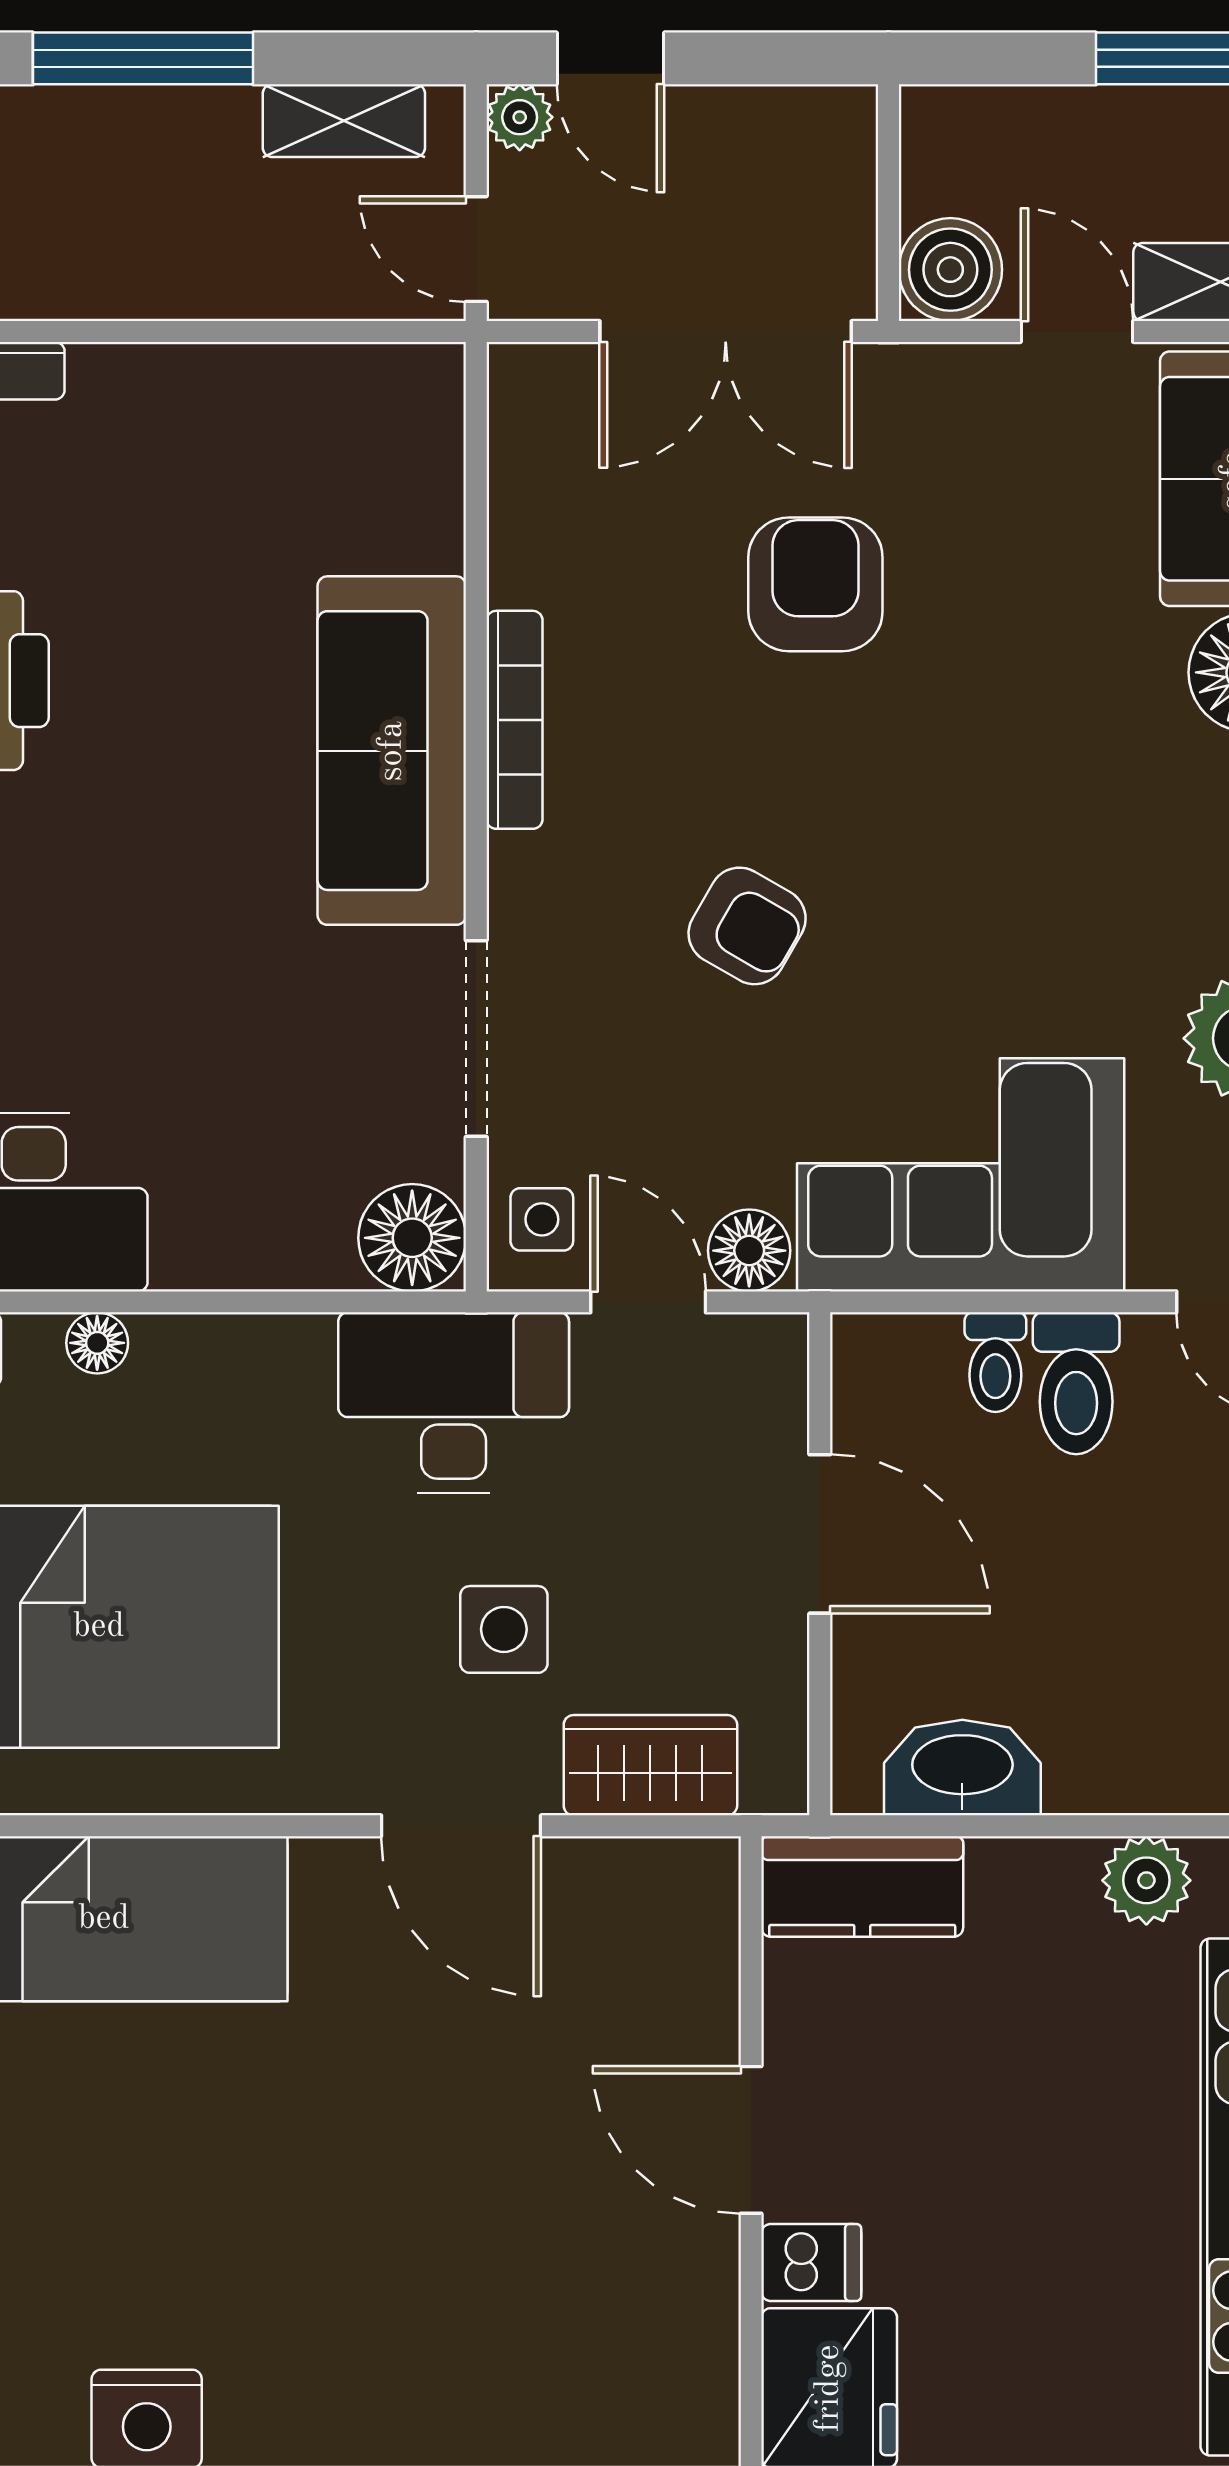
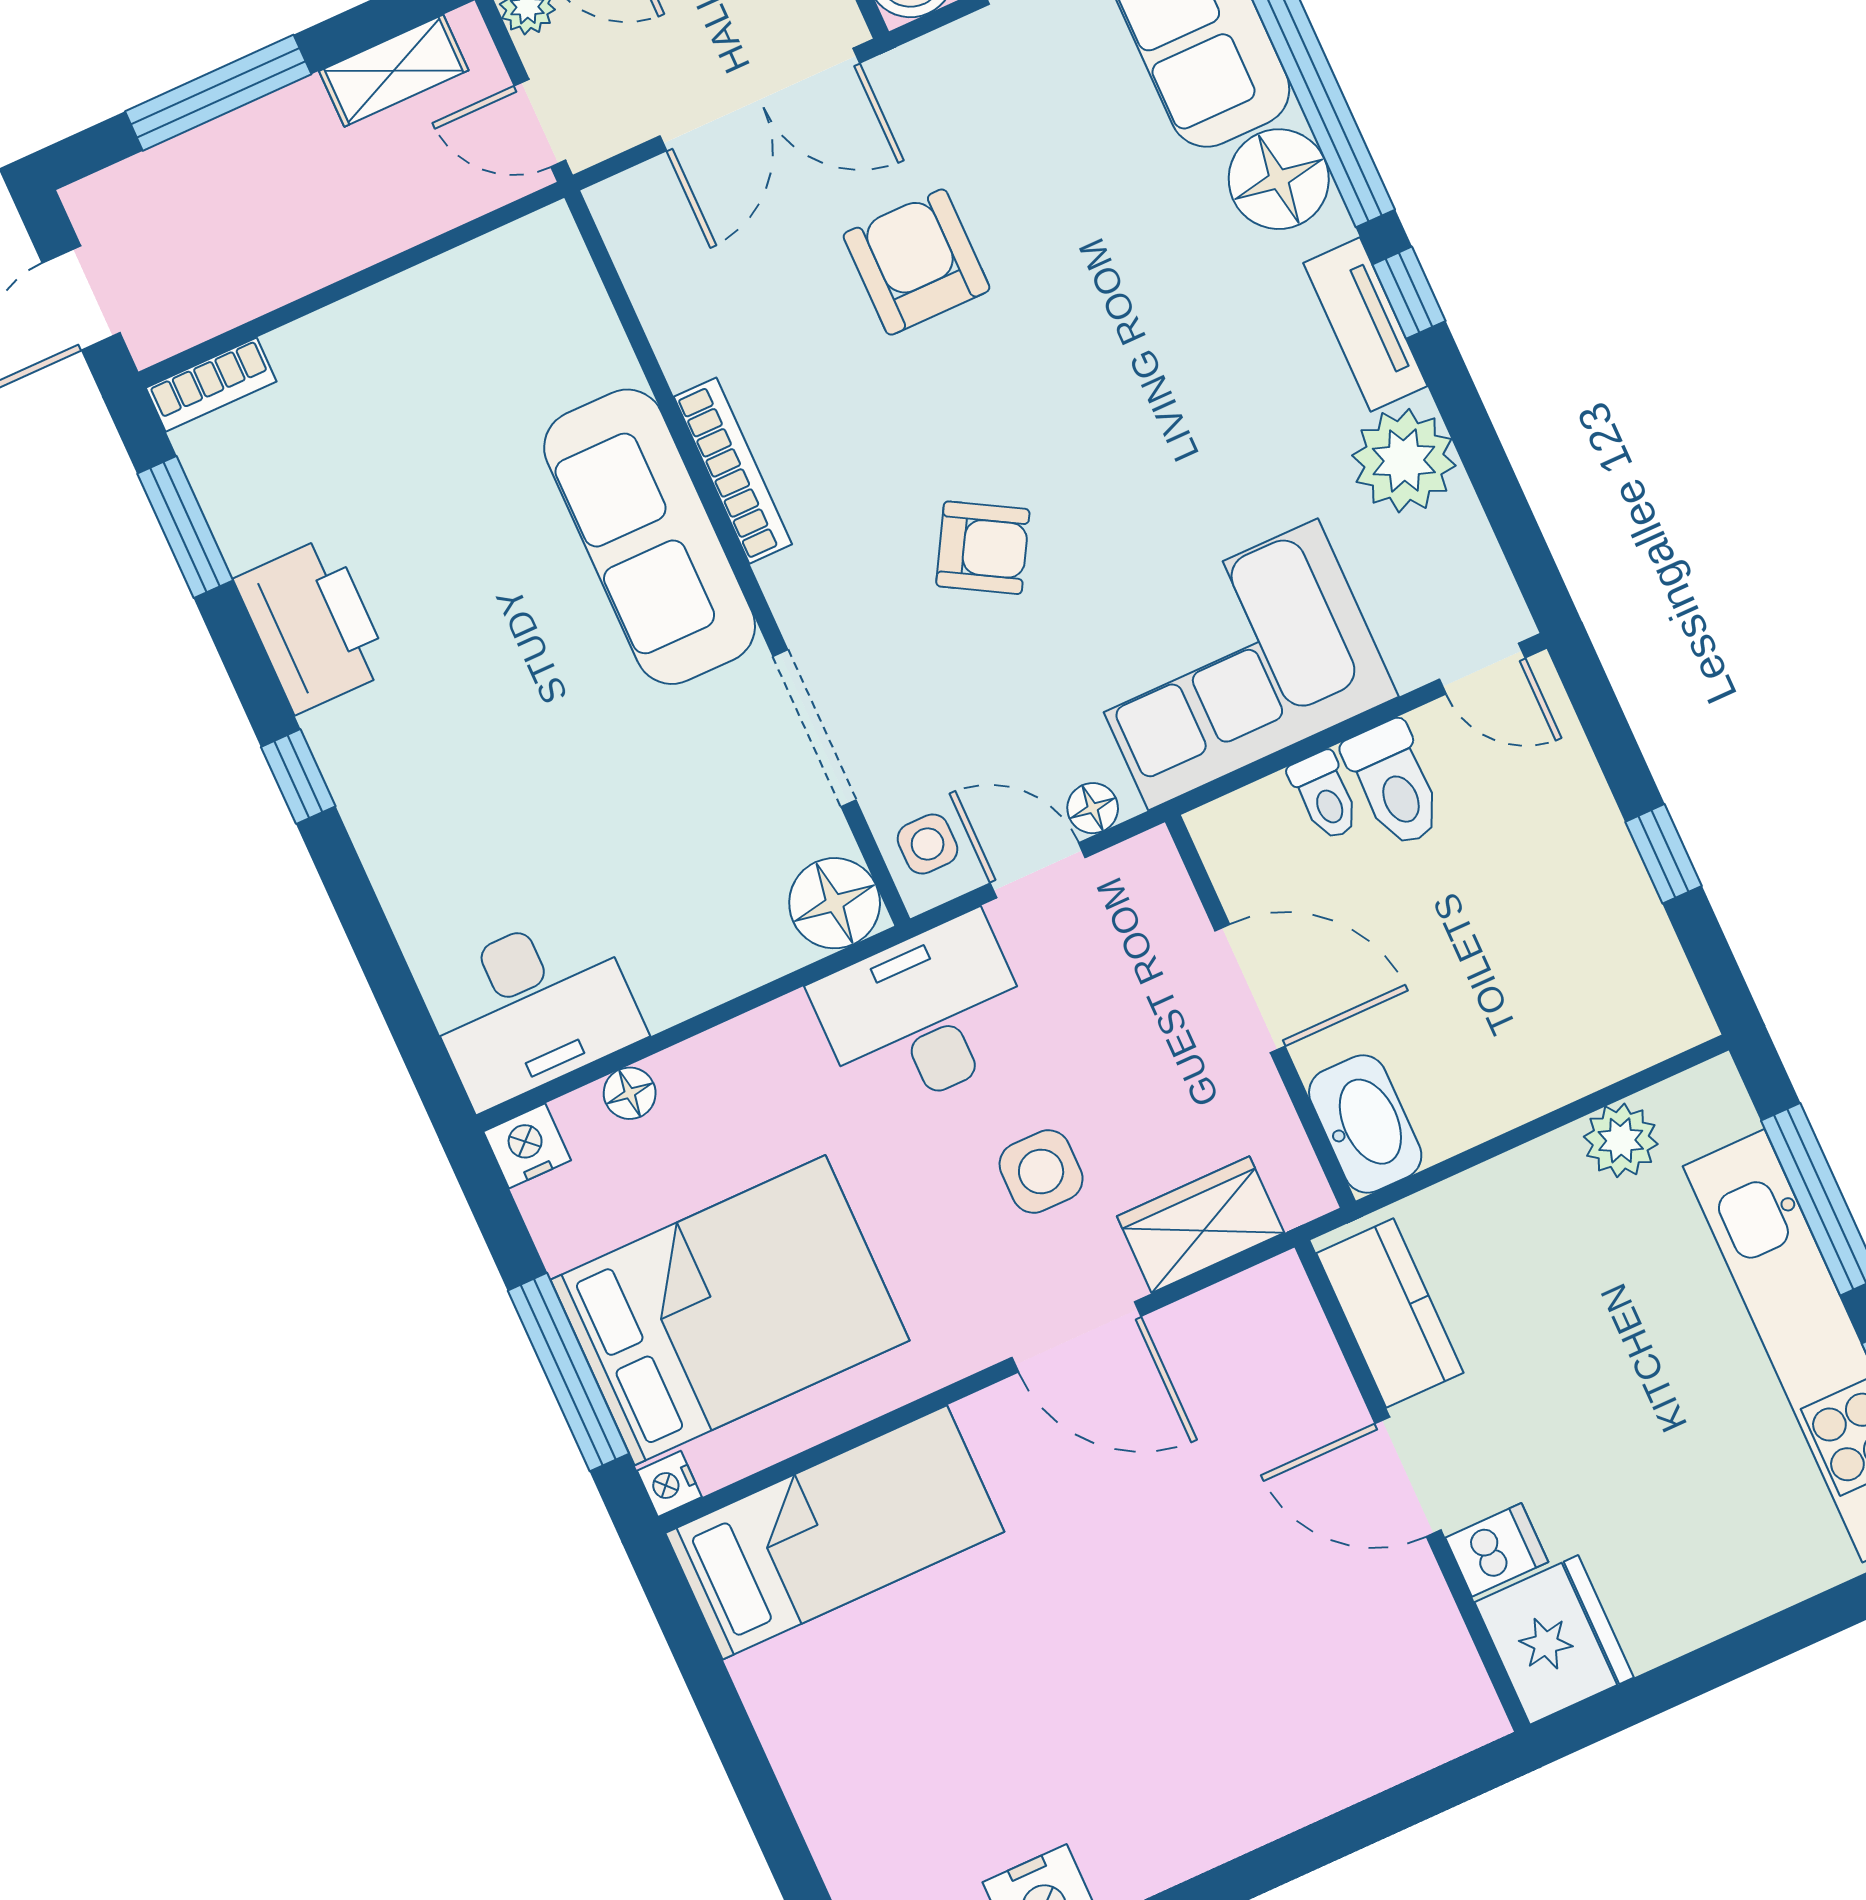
floor lamp: (749, 1251) -> (1093, 808), width x0.73, depth x0.73
washbasin: (962, 1768) -> (1365, 1124), moved, turned 90
kitchen counter: (862, 1886) -> (1390, 1313), moved, turned -90

